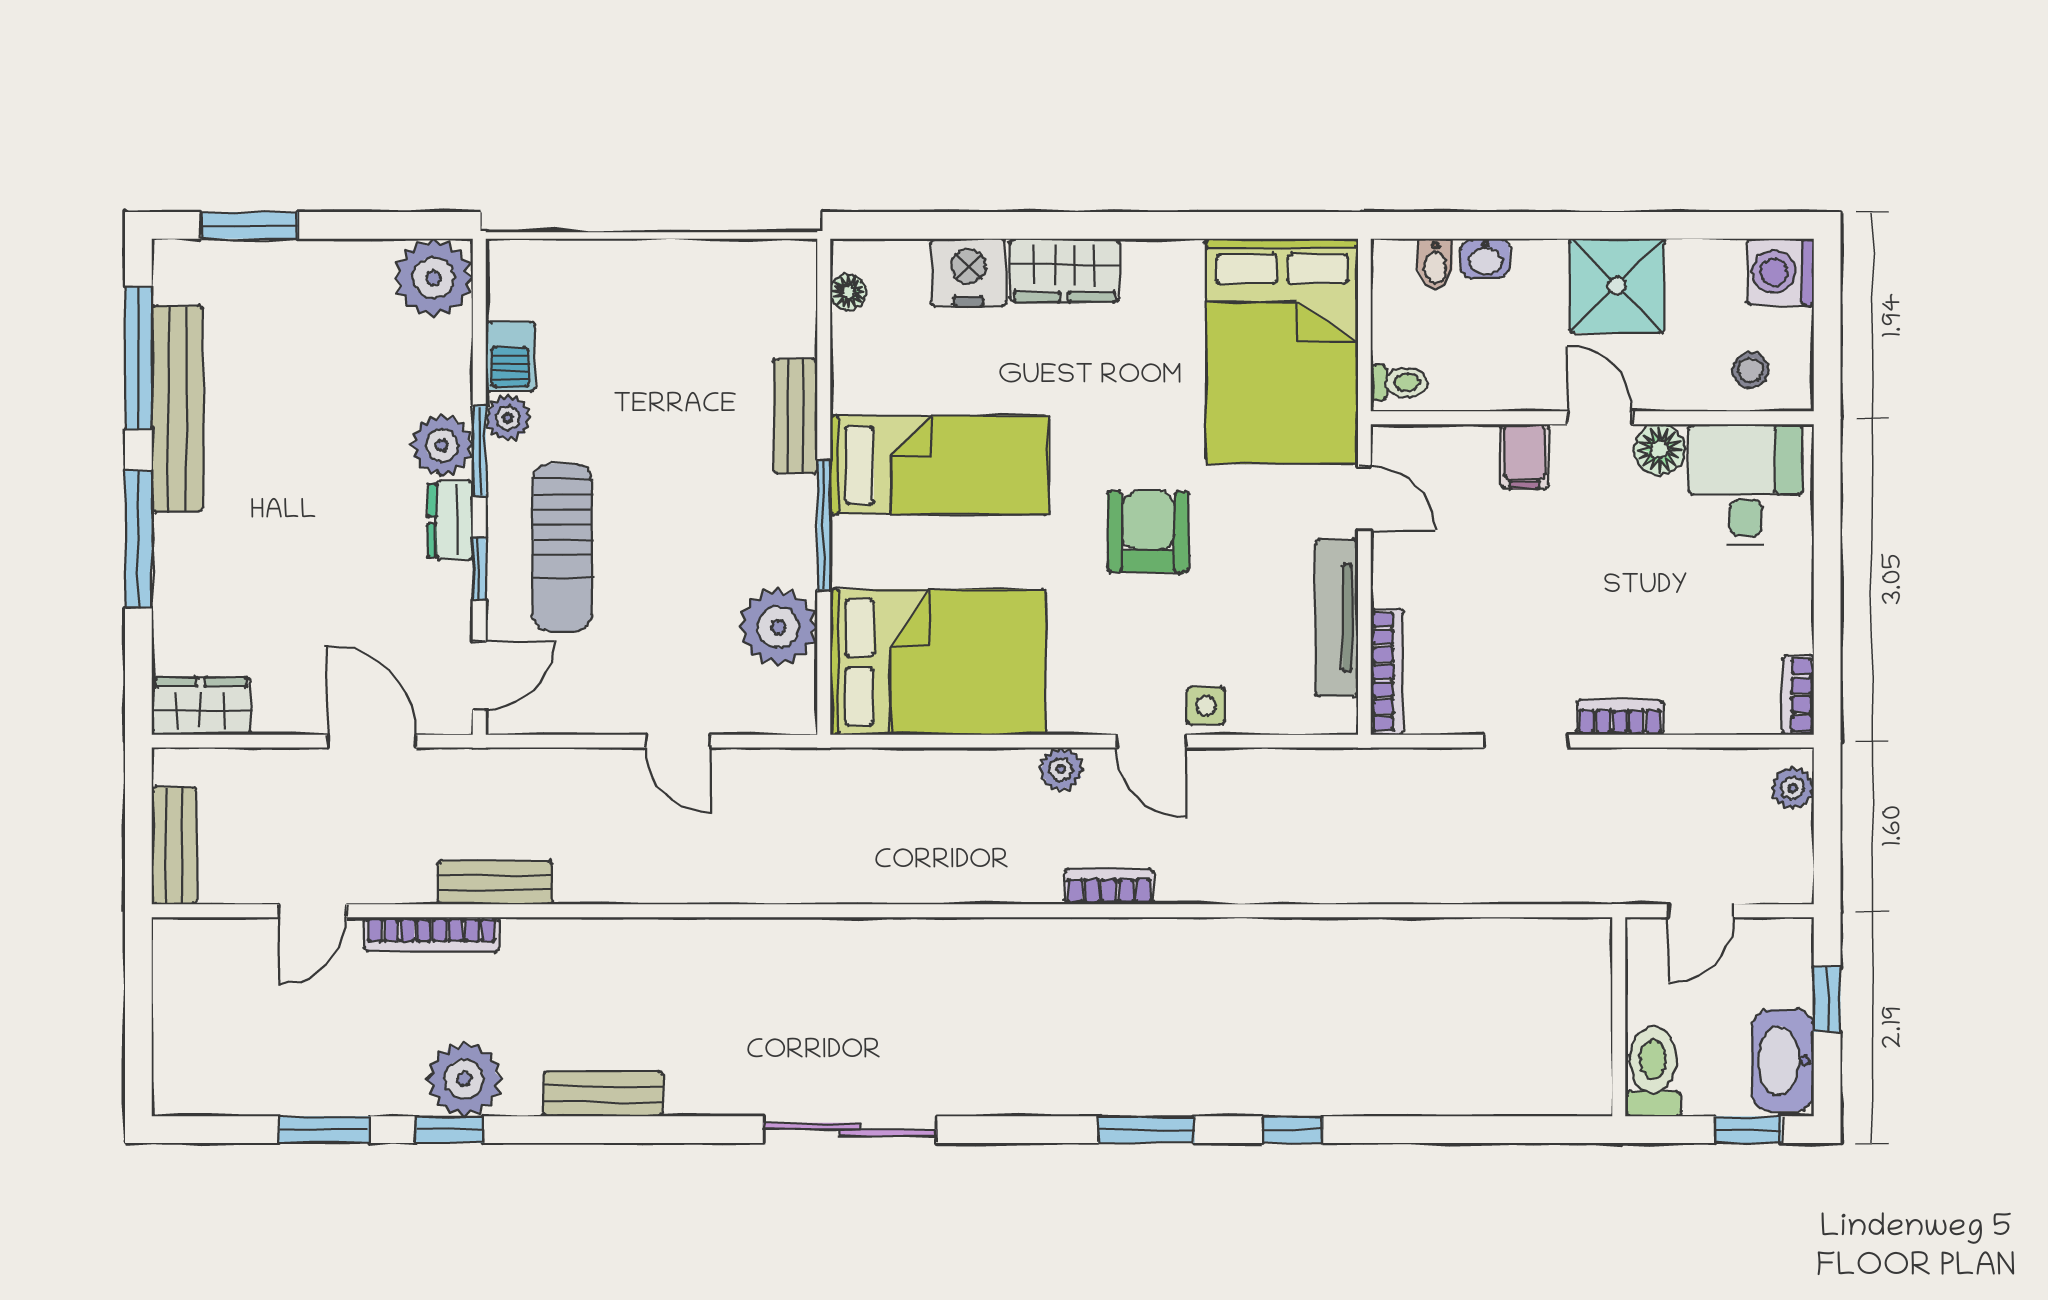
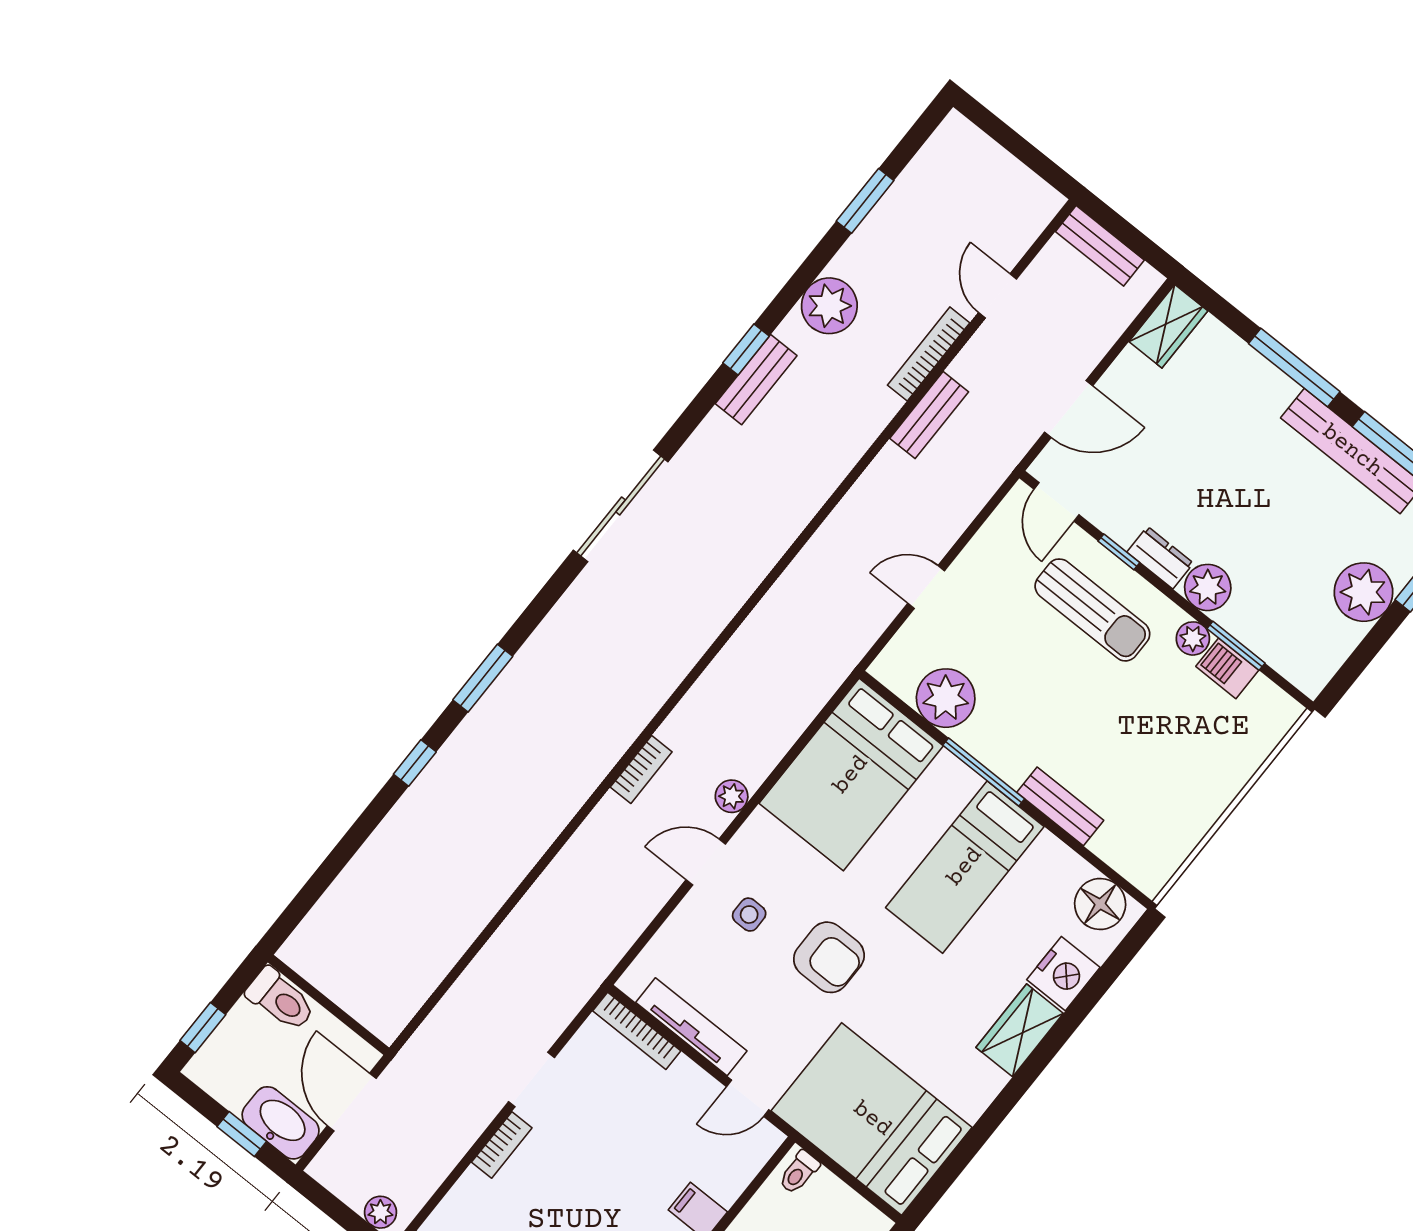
plant: (434, 278) -> (1363, 592), moved
floor lamp: (848, 292) -> (1100, 904), width x1.89, depth x1.89
window: (479, 451) -> (1236, 646), moved
sun lounger: (562, 547) -> (1092, 610), turned 180
side table: (1206, 706) -> (749, 915), moved
door: (1701, 911) -> (352, 1102), width x1.38
washbasin: (1783, 1061) -> (281, 1123), moved
window: (450, 1130) -> (746, 349), moved

